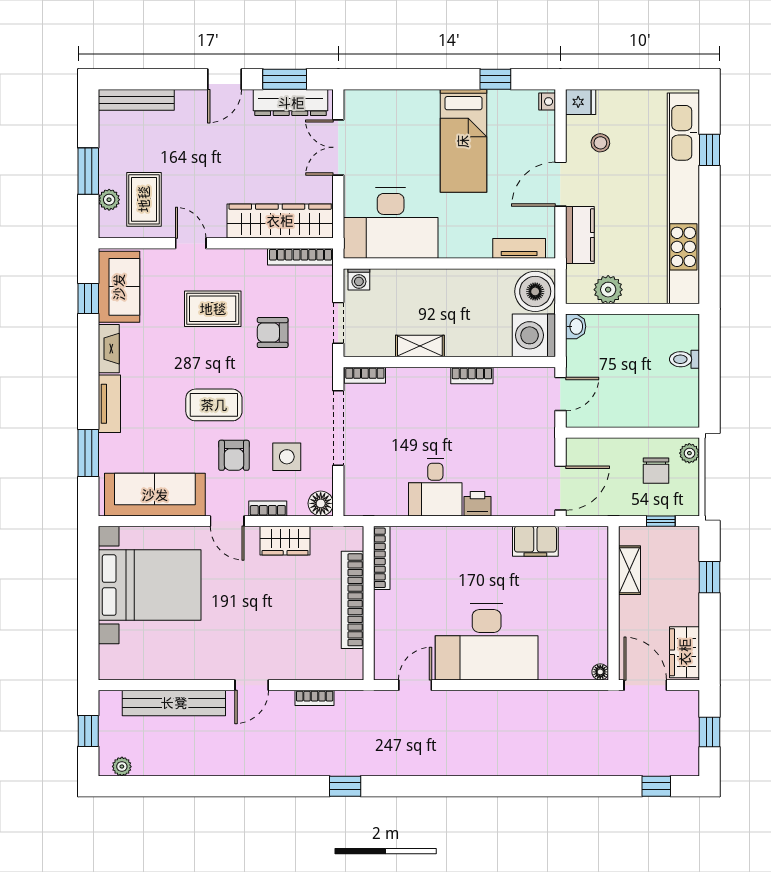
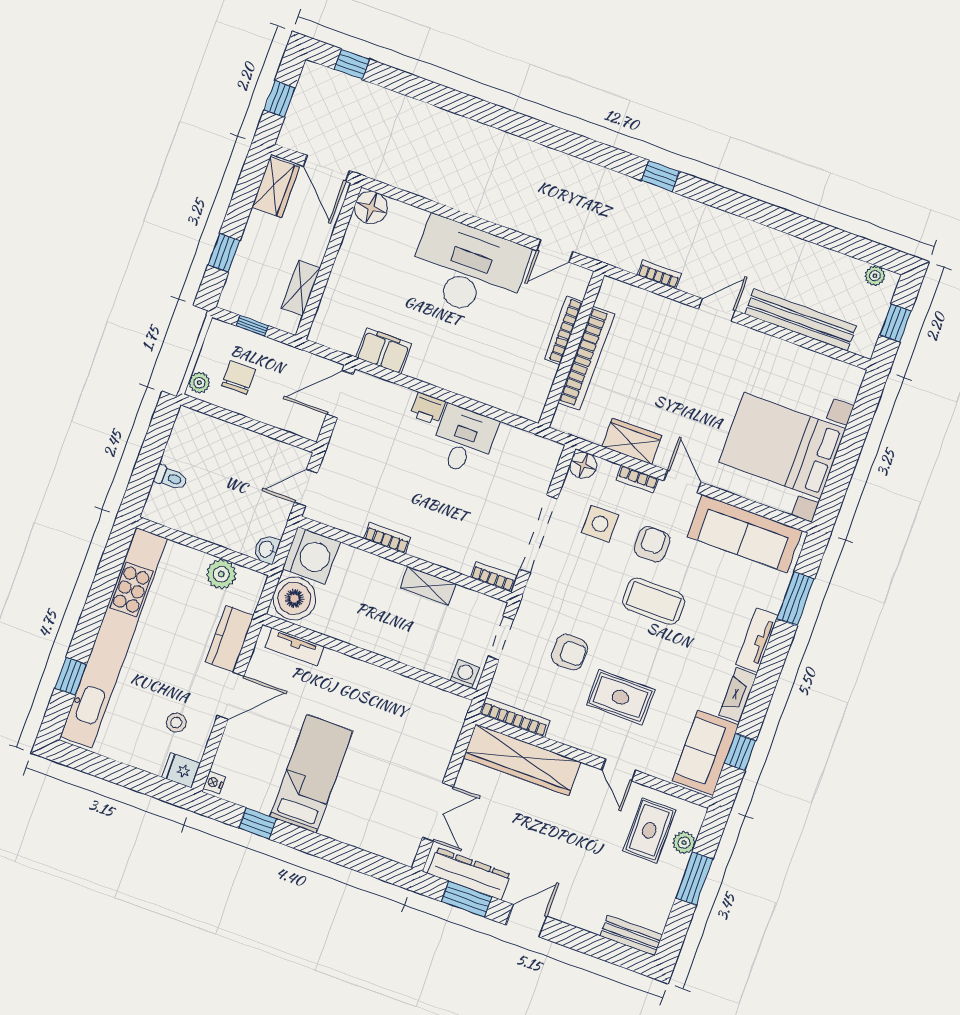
bench: (136, 100) -> (631, 935), width x0.73
desk: (391, 223) -> (413, 718), removed
bookcase: (382, 558) -> (564, 330), moved
floor lamp: (600, 672) -> (371, 208), width x1.89, depth x1.89

